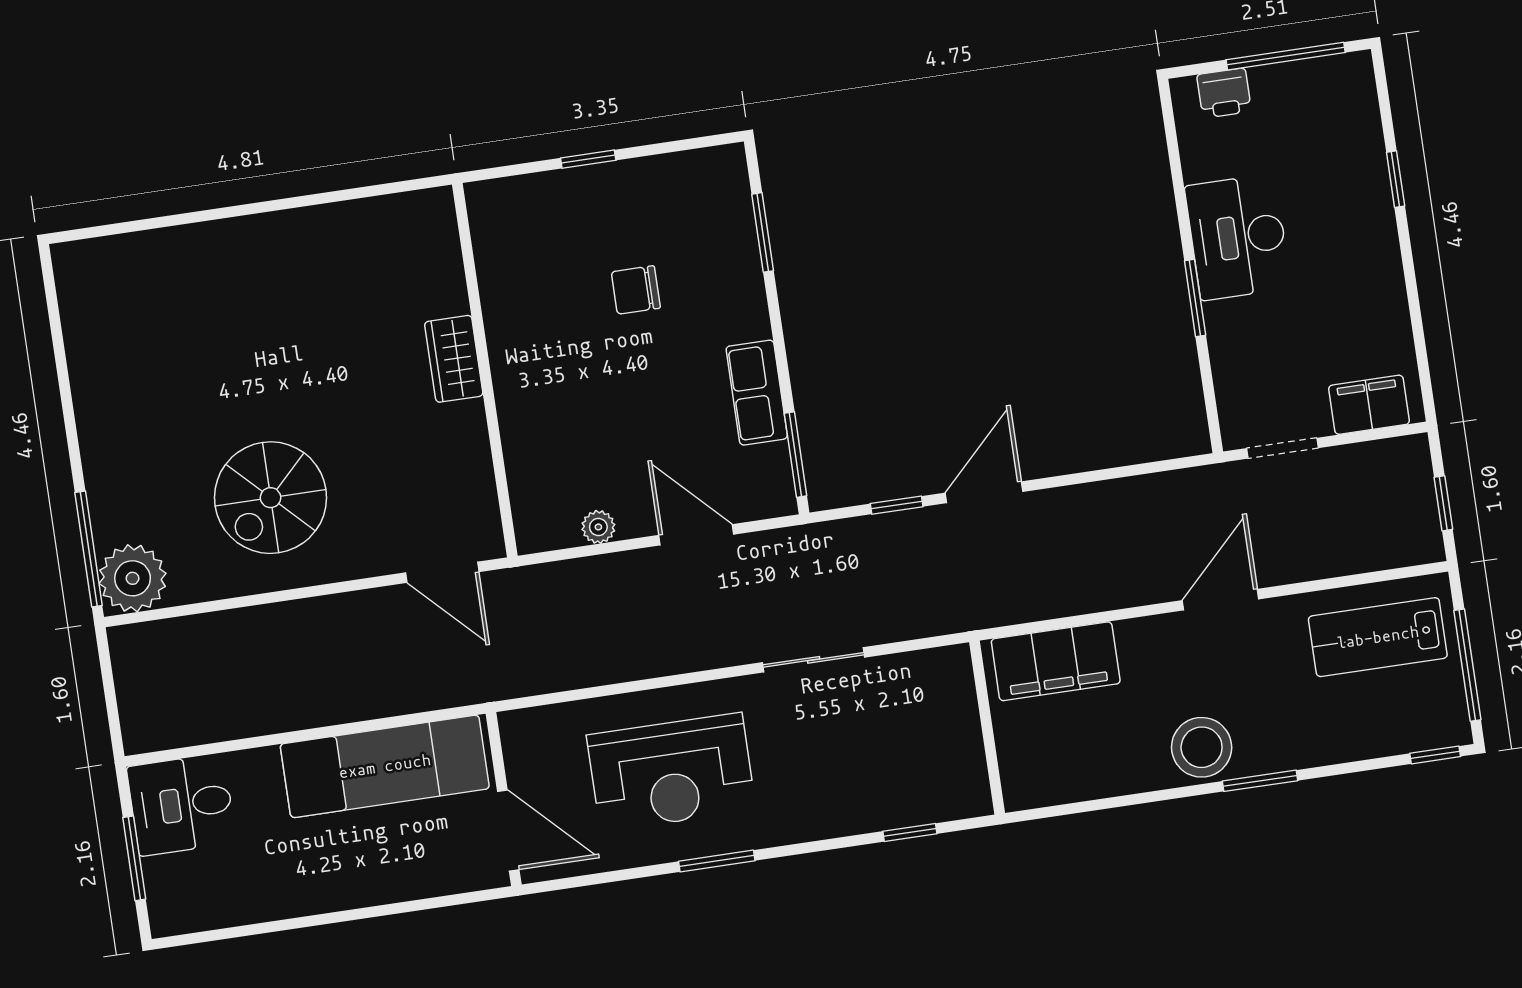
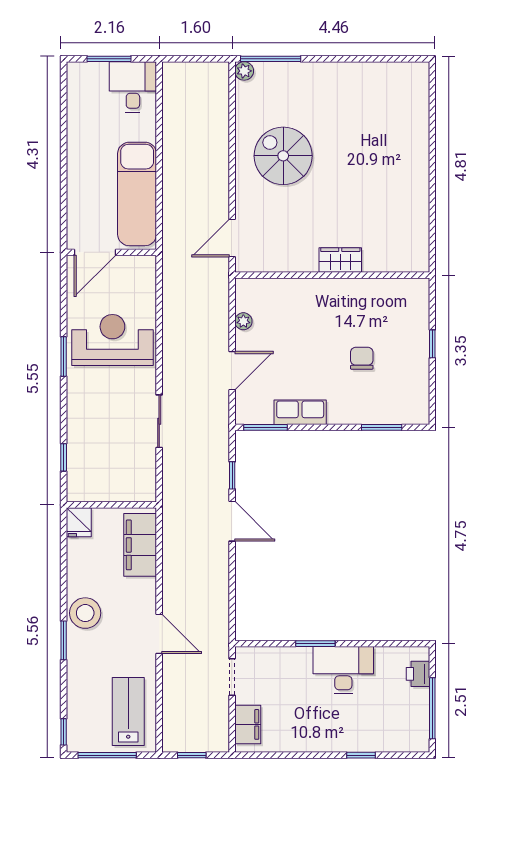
plant: (133, 578) -> (244, 71), width x0.53, depth x0.53
reception desk: (671, 772) -> (112, 340), turned 90
fridge: (1030, 785) -> (79, 522), added

